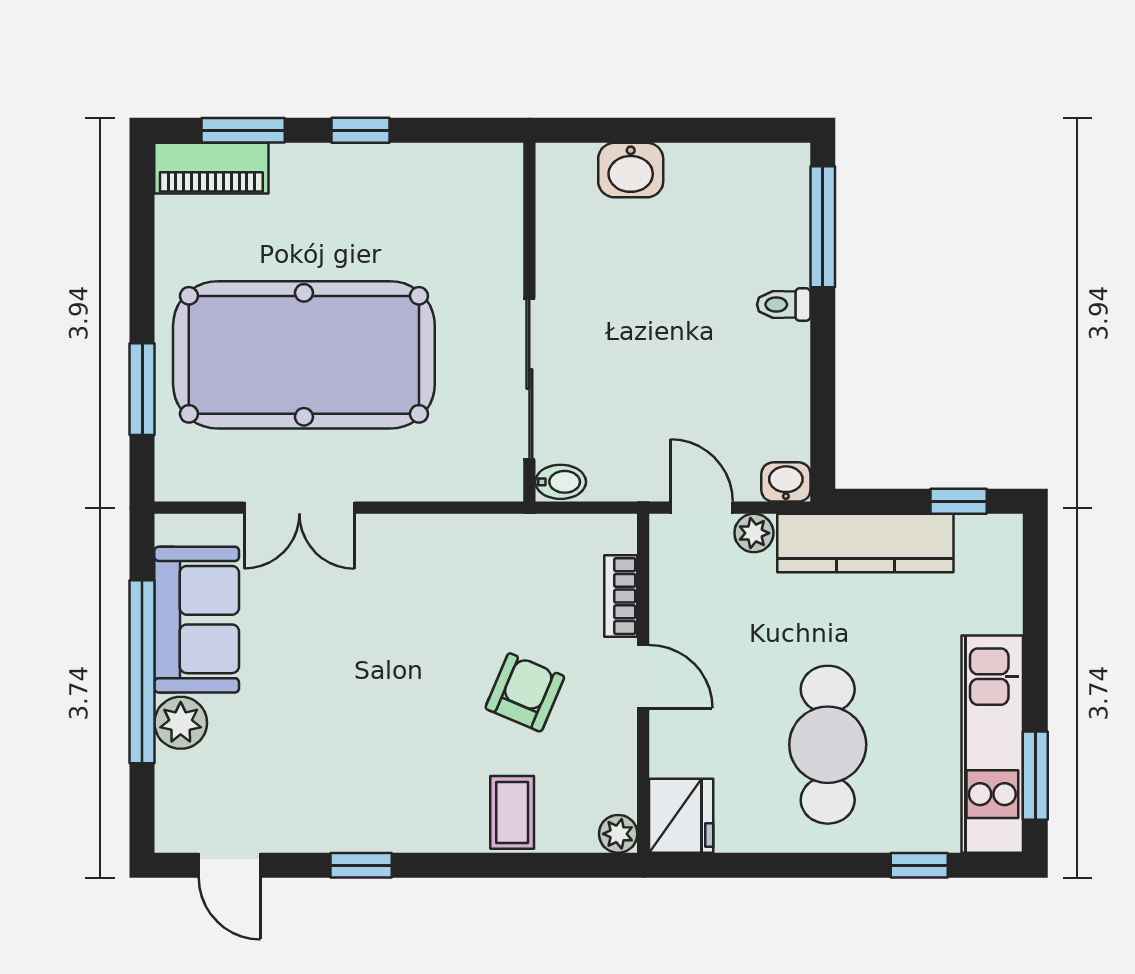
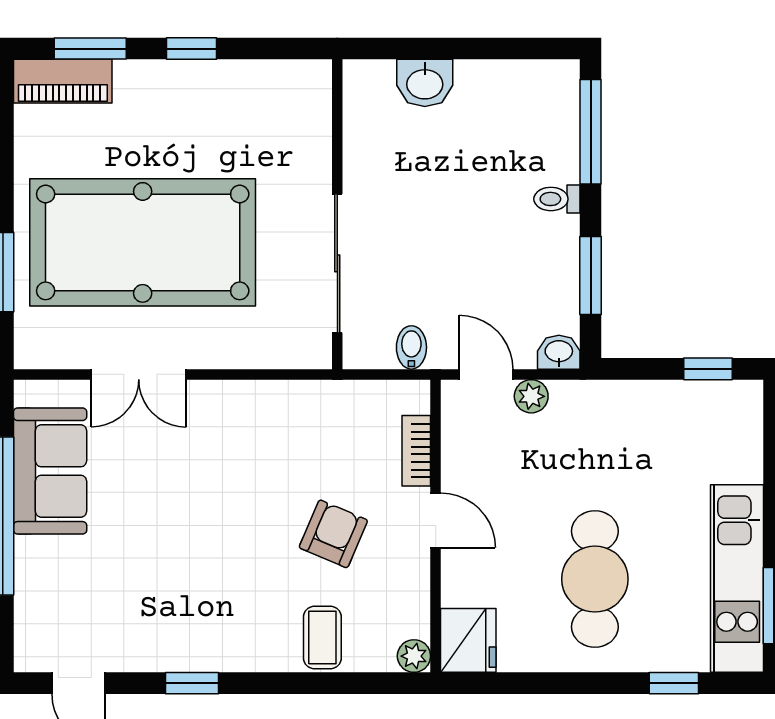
window: (823, 393) -> (591, 275), added
bidet: (561, 482) -> (411, 347), moved, turned -90
kitchen counter: (865, 543) -> (627, 405), removed
plant: (181, 723) -> (36, 560), removed

